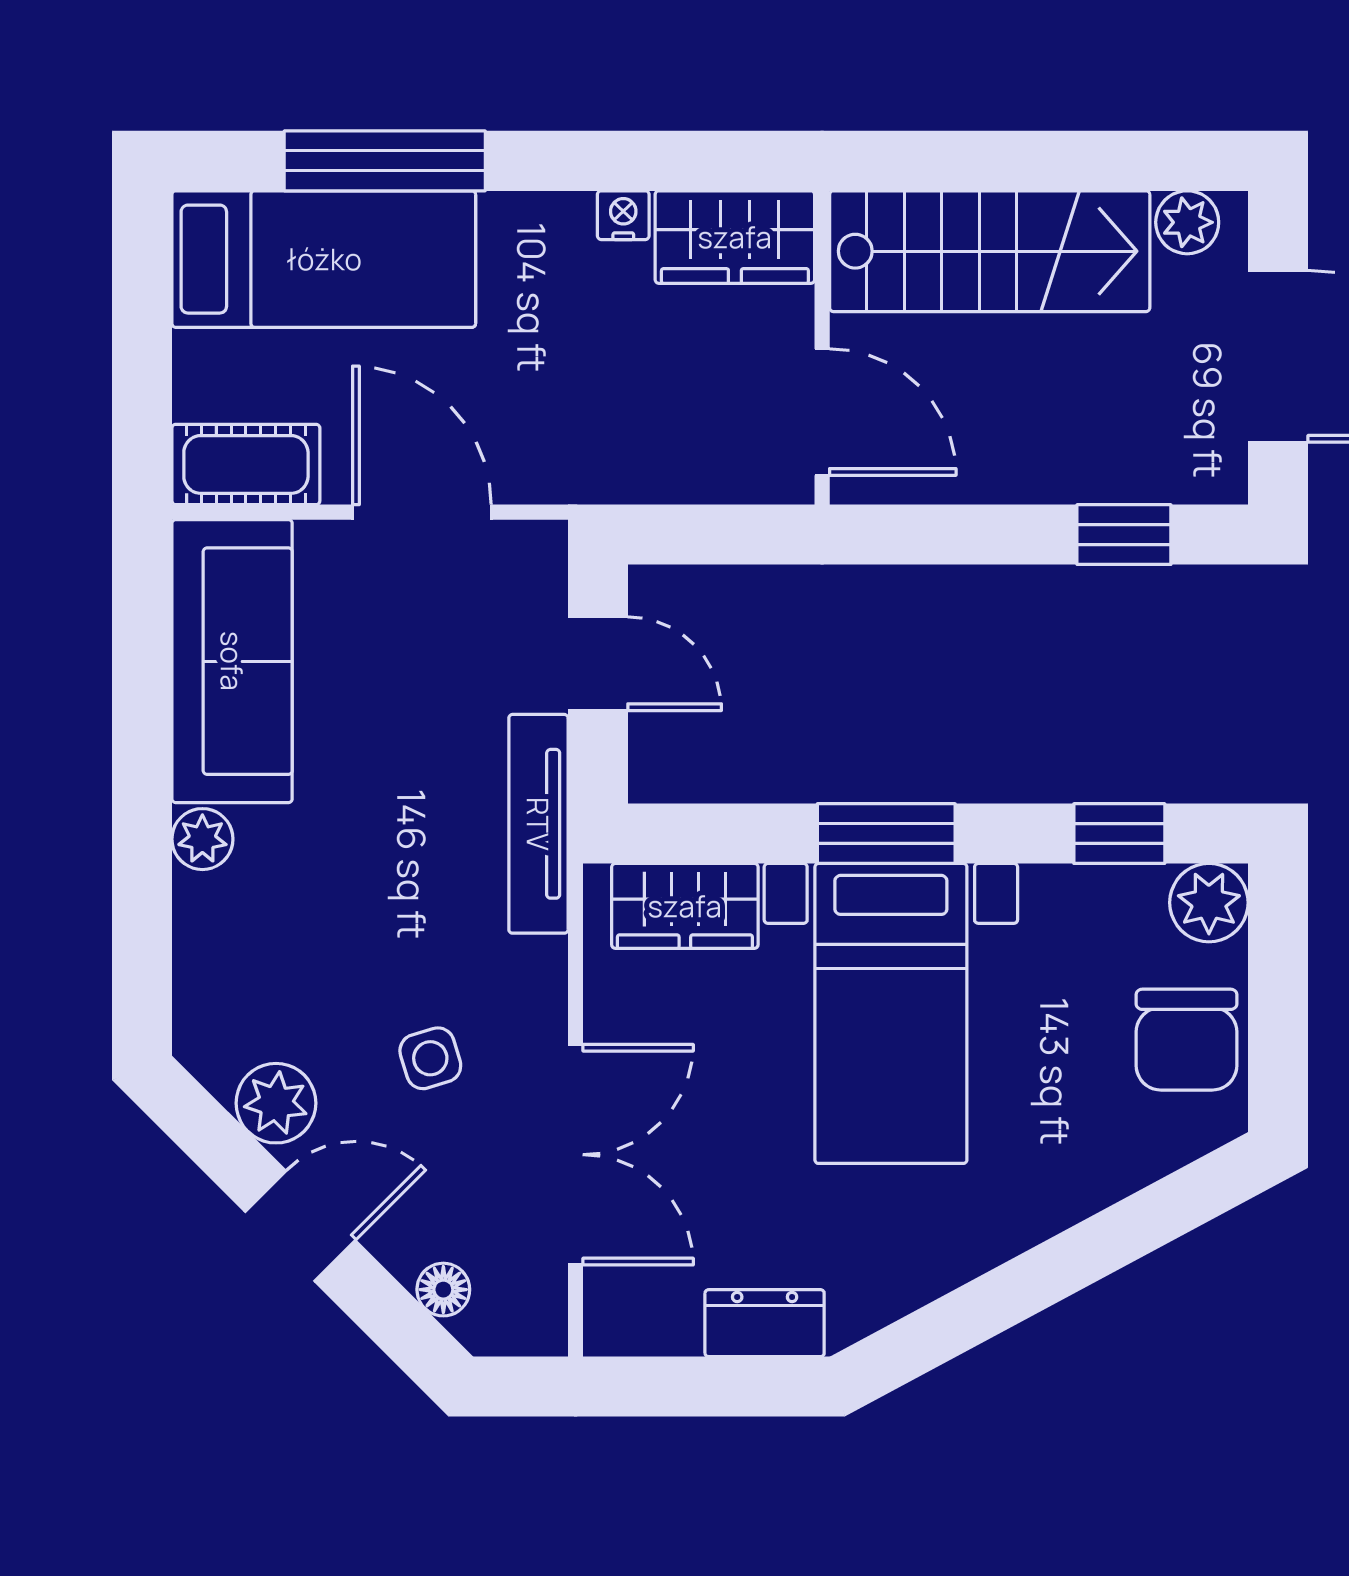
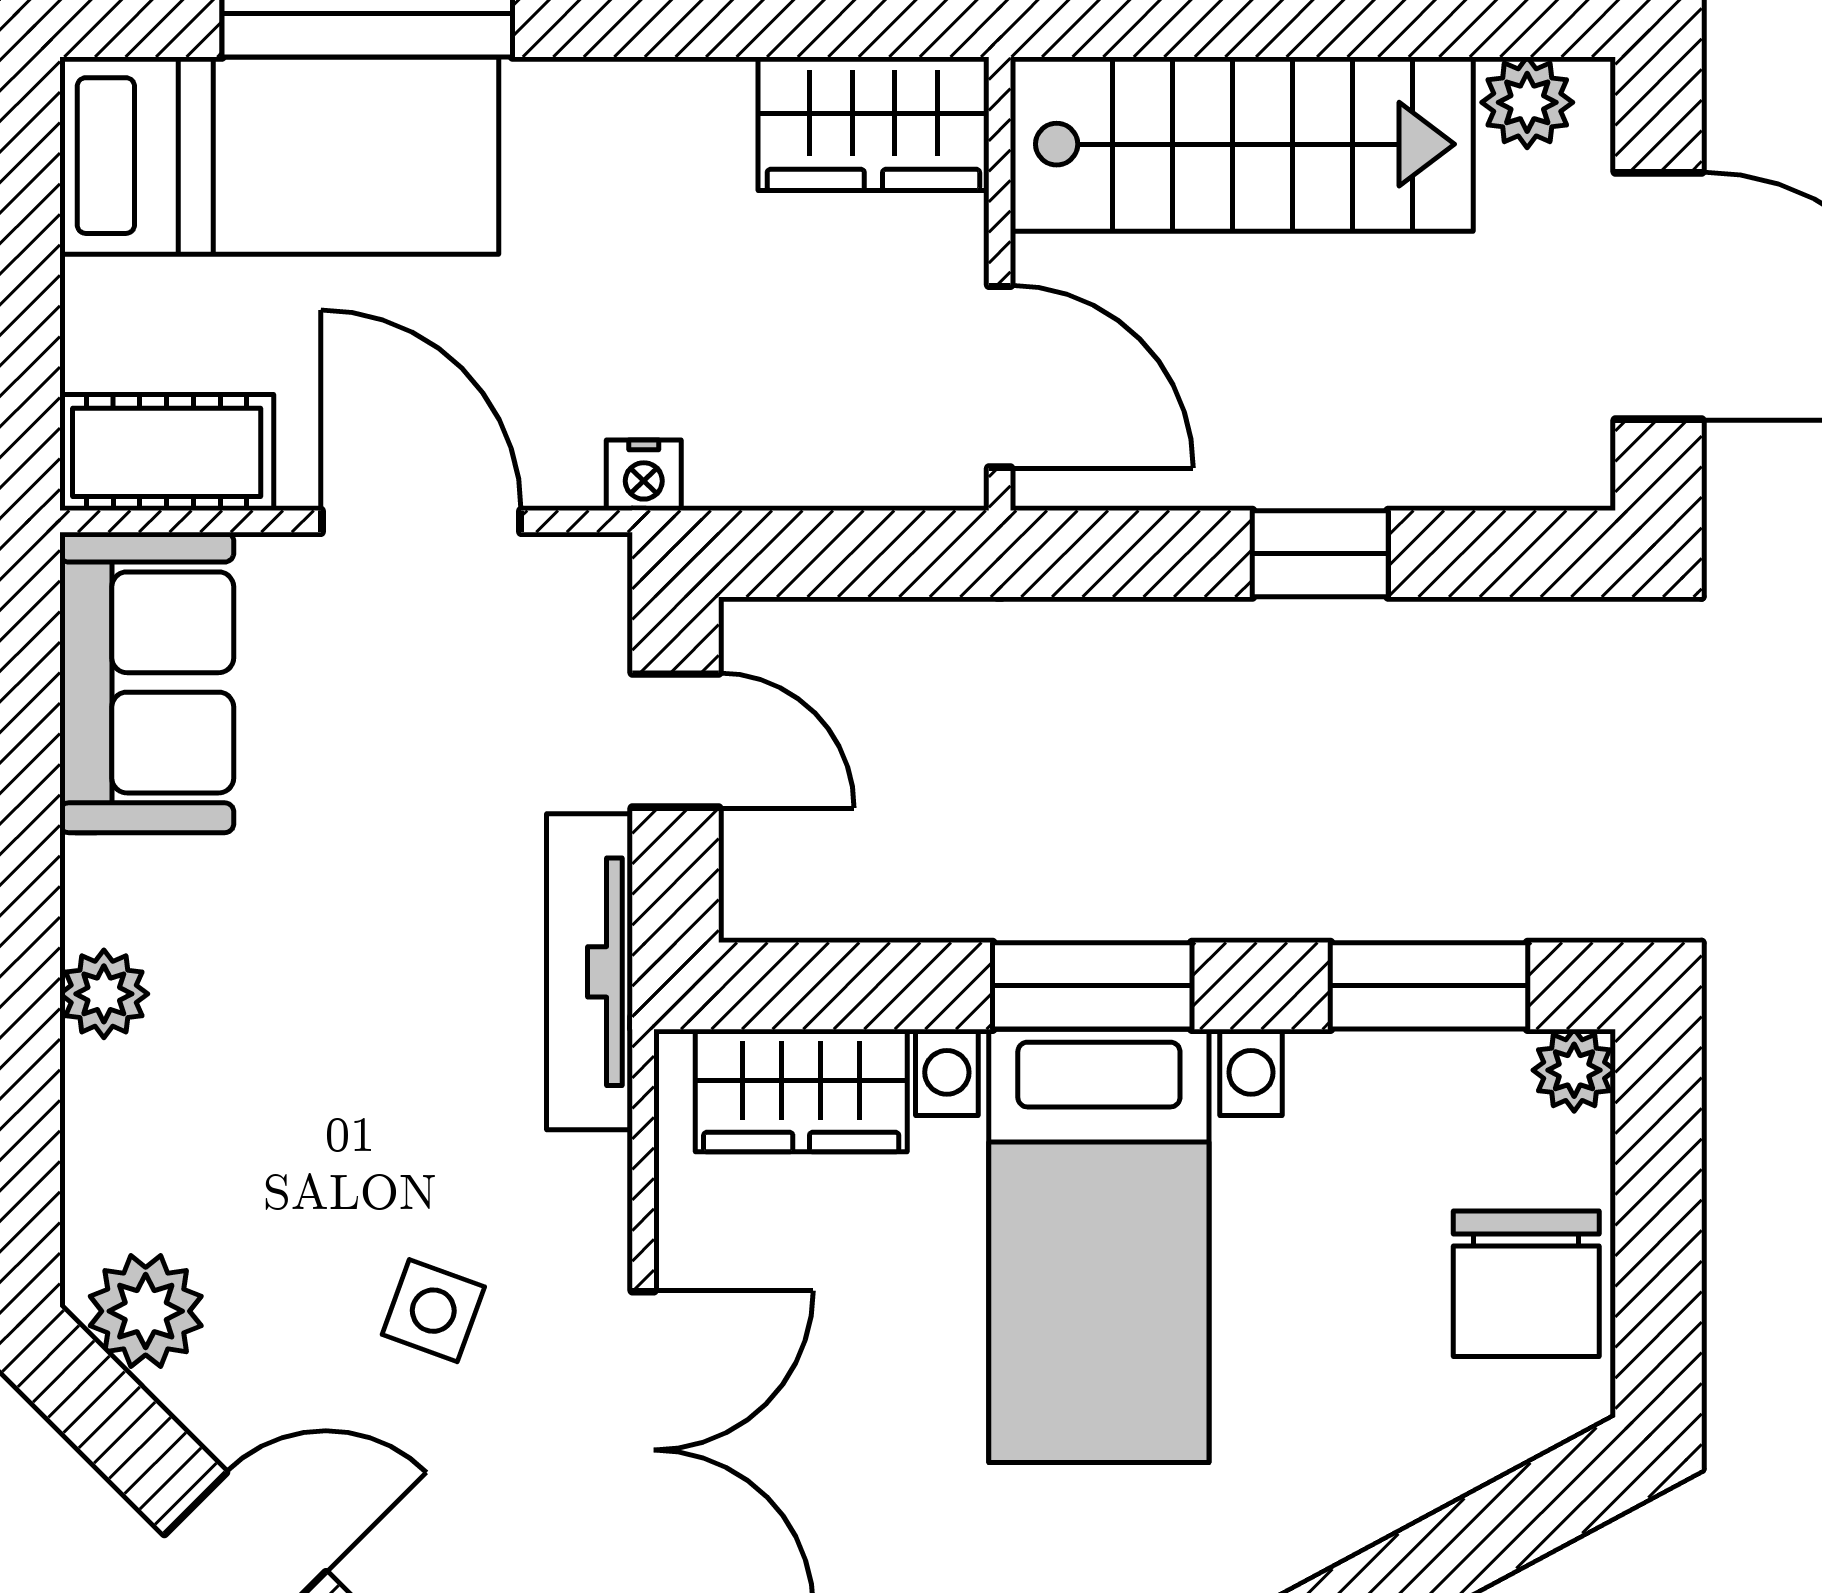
nightstand: (623, 215) -> (644, 475), moved, turned 180
window: (1124, 535) -> (1320, 554), moved
sofa: (232, 661) -> (147, 682), width x0.73
window: (1119, 834) -> (1429, 986), width x1.50
plant: (1209, 903) -> (1574, 1070), width x0.73, depth x0.73
side table: (430, 1058) -> (433, 1311), turned 37
plant: (276, 1103) -> (146, 1311), moved

